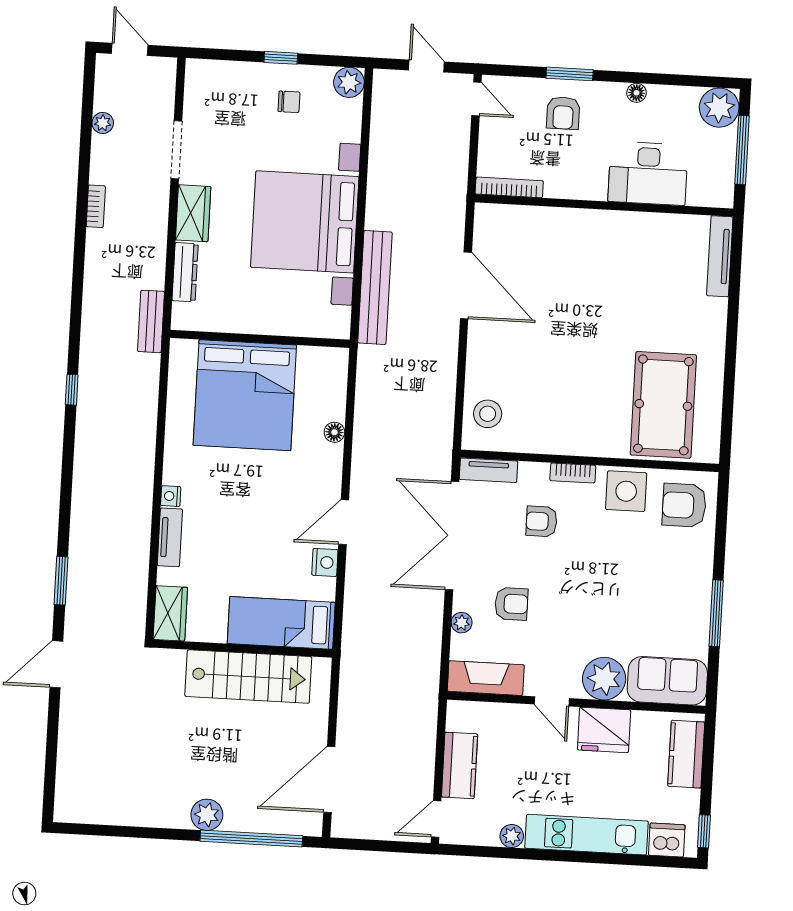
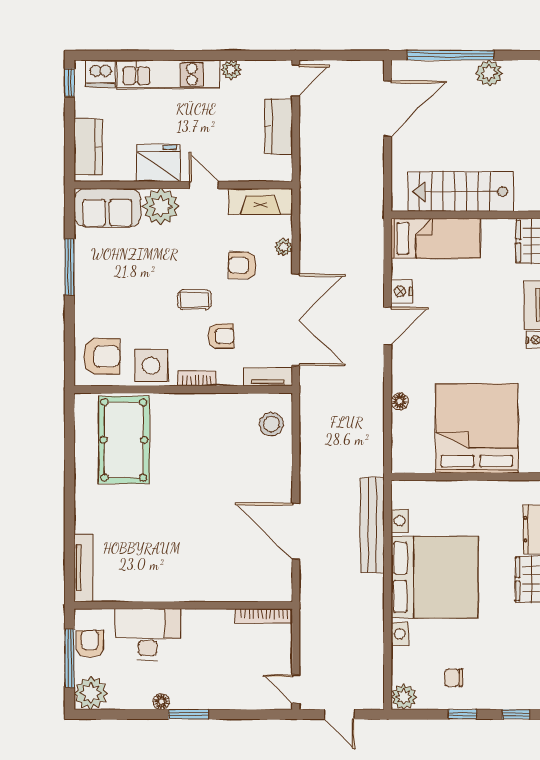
window: (217, 54) -> (516, 714), added
window: (570, 74) -> (188, 714), moved
armchair: (563, 113) -> (90, 644), moved
coffee table: (570, 566) -> (195, 299), added

